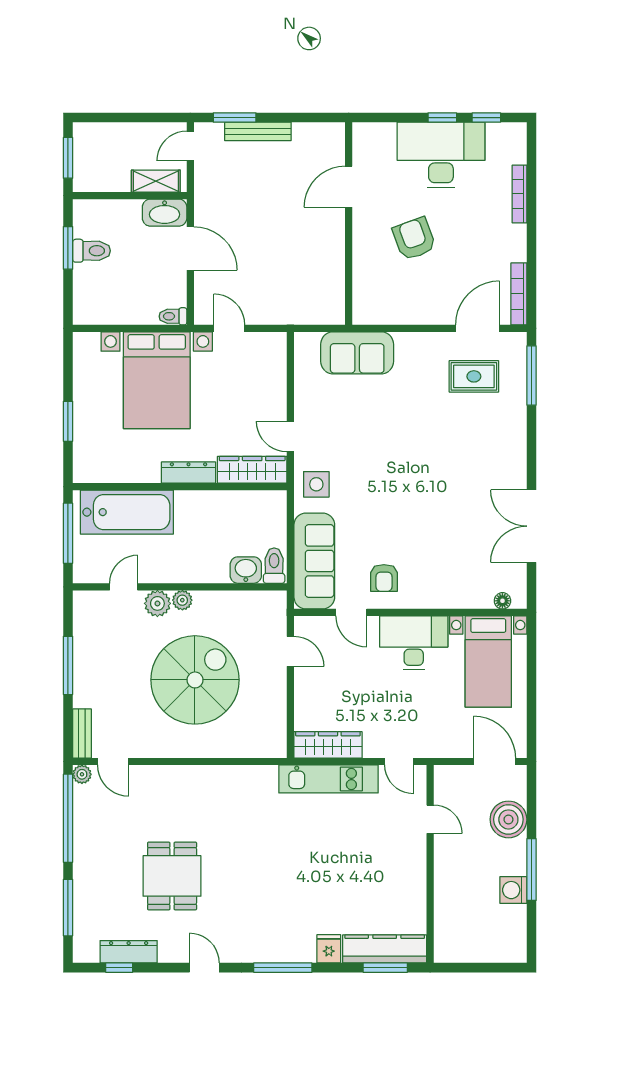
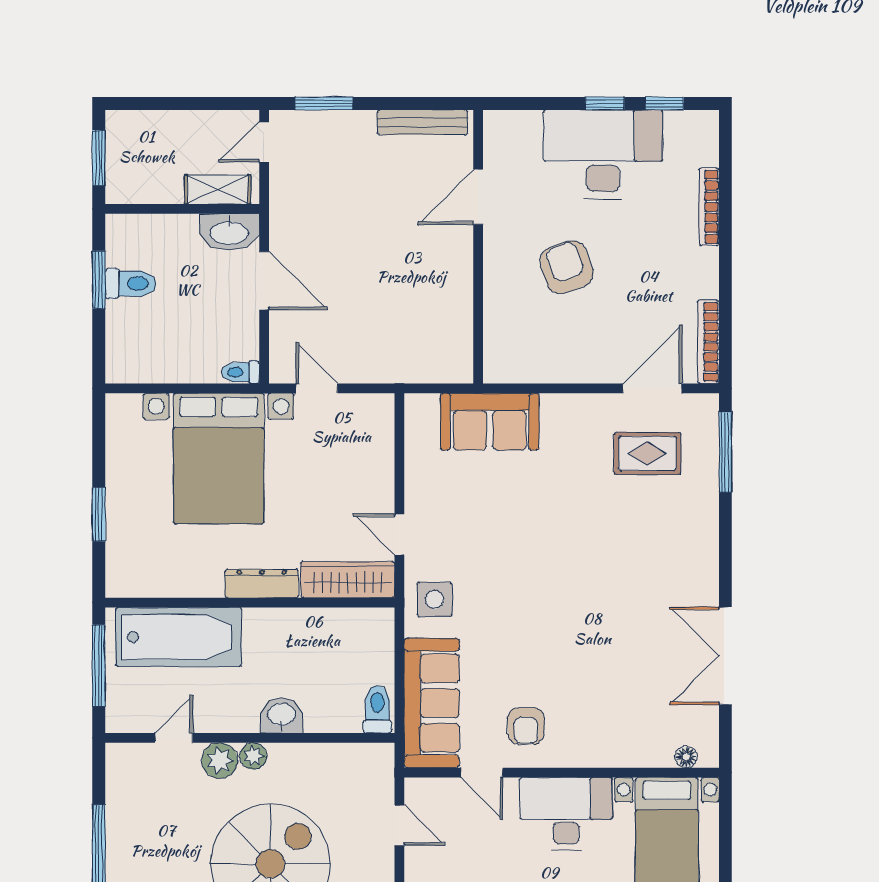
bench: (258, 131) -> (422, 122), moved
washbasin: (246, 570) -> (281, 715), moved

